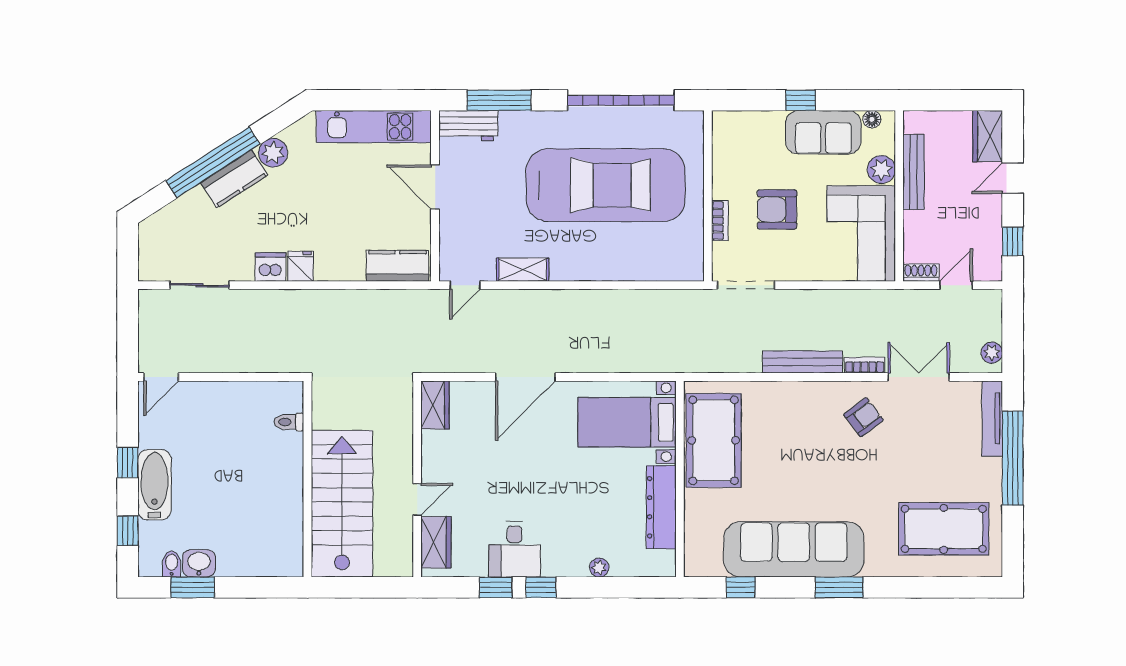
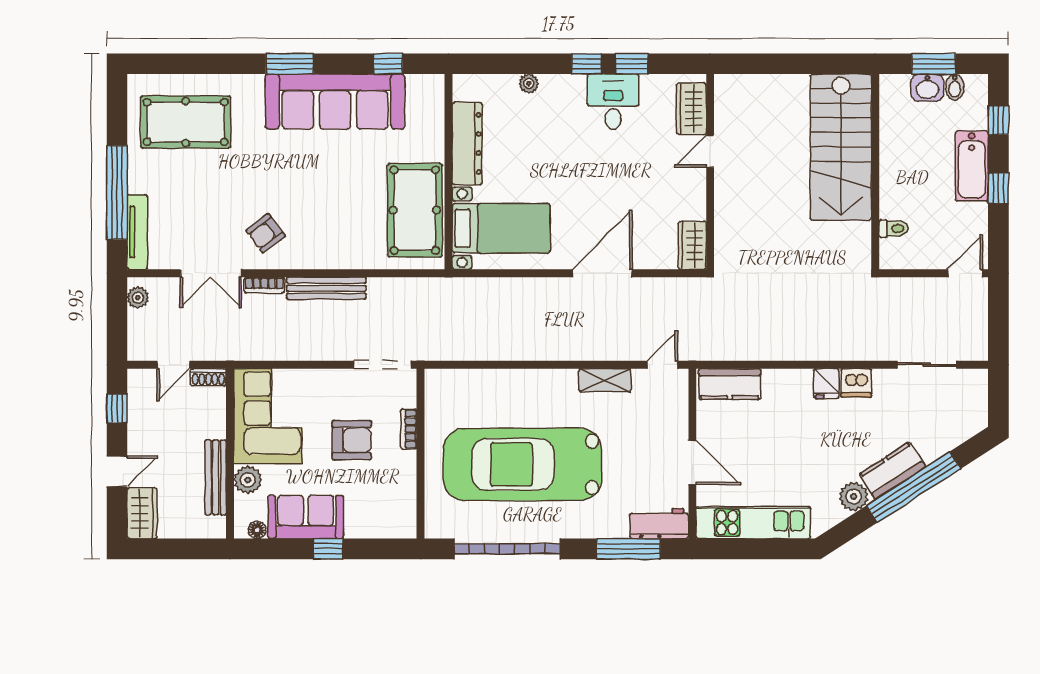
toilet: (289, 422) -> (894, 228), moved
wall: (307, 479) -> (875, 172), moved
stairs: (342, 504) -> (841, 147), moved

